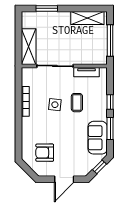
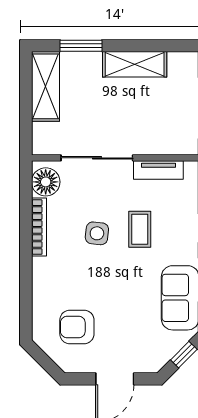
shelving: (87, 18) -> (135, 64), moved
shelving: (29, 47) -> (46, 86), moved
floor lamp: (29, 78) -> (46, 182), added

